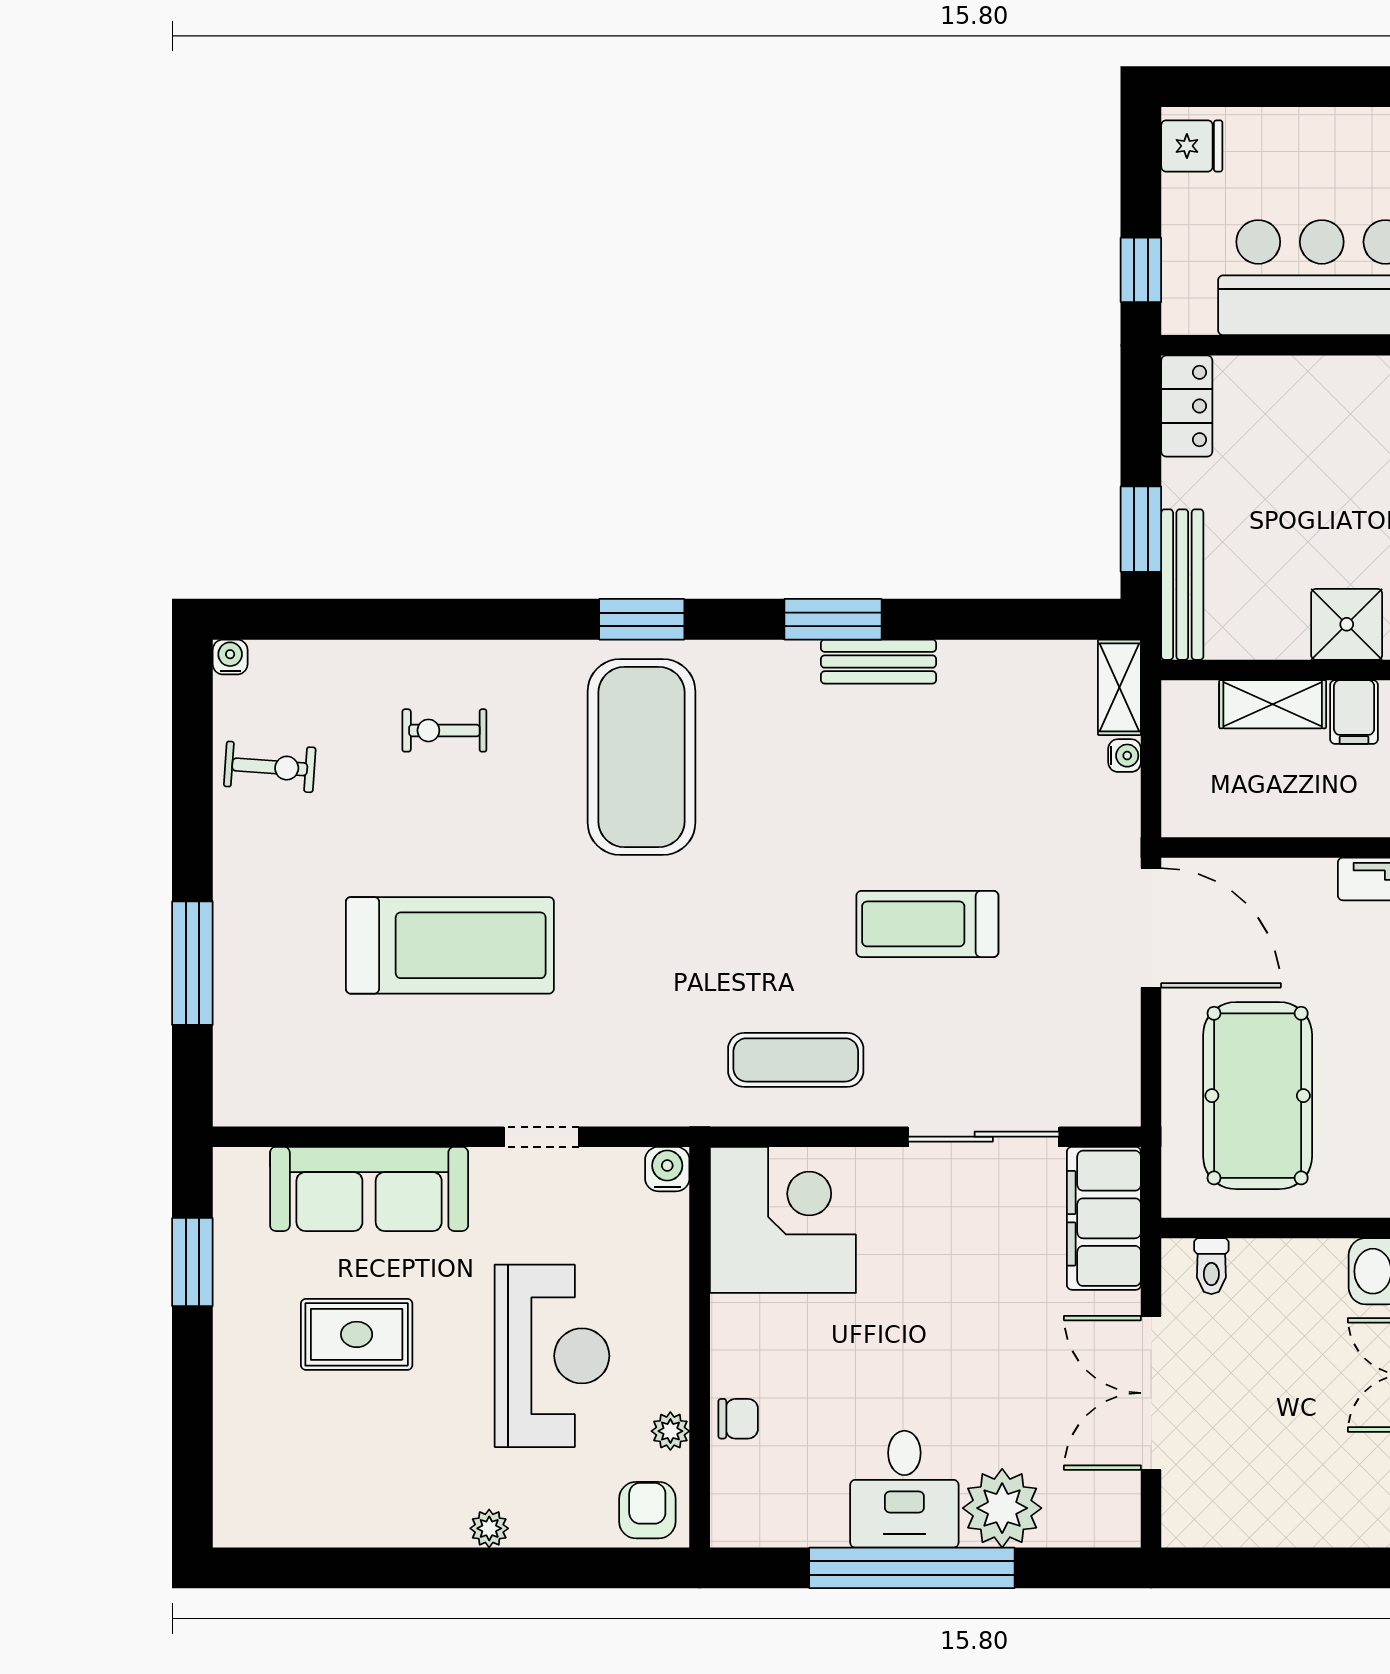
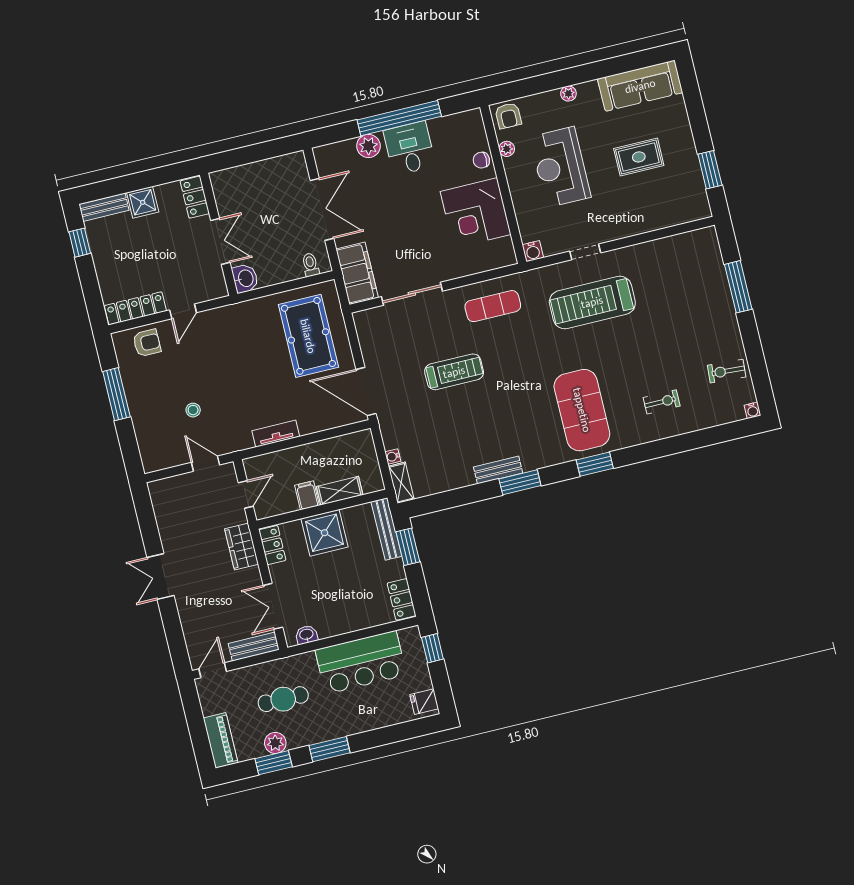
shower: (1347, 624) -> (325, 533), width x1.36, depth x1.36
treadmill: (450, 945) -> (592, 302), moved
sofa: (369, 1189) -> (640, 86), moved, turned 180
corner desk: (783, 1220) -> (476, 213), moved
plant: (1002, 1508) -> (368, 146), width x0.73, depth x0.73

